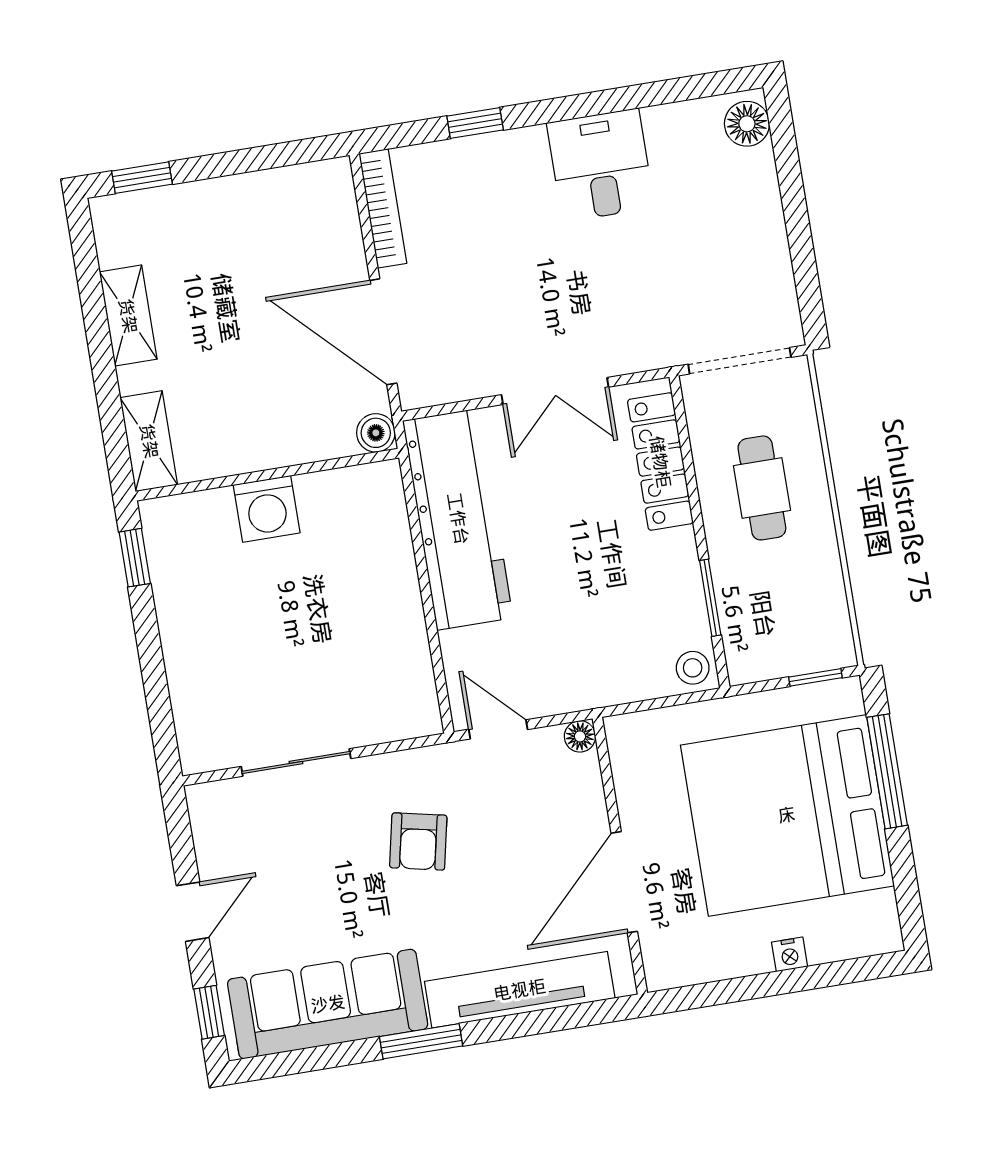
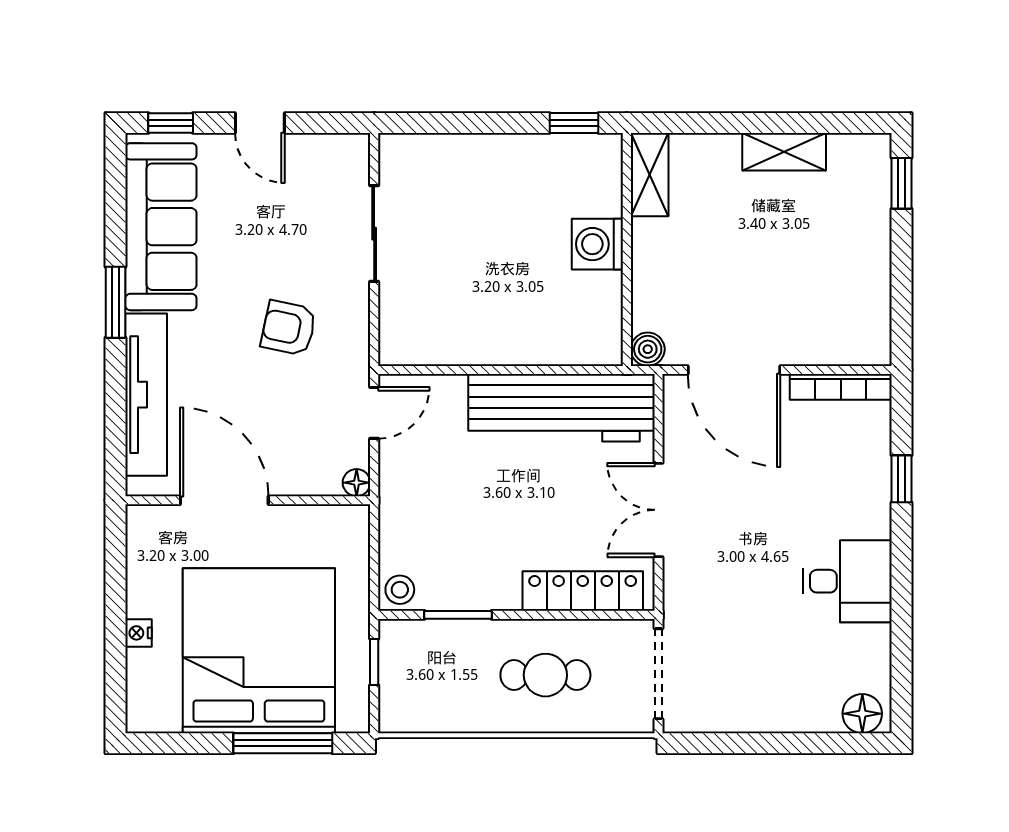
door: (383, 332) -> (734, 370), swing flipped
shelving: (149, 441) -> (650, 175), moved, turned 90
window: (815, 677) -> (374, 662), moved

